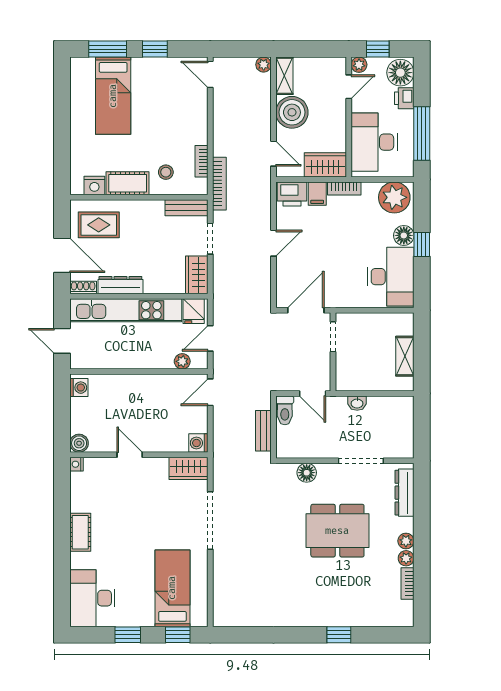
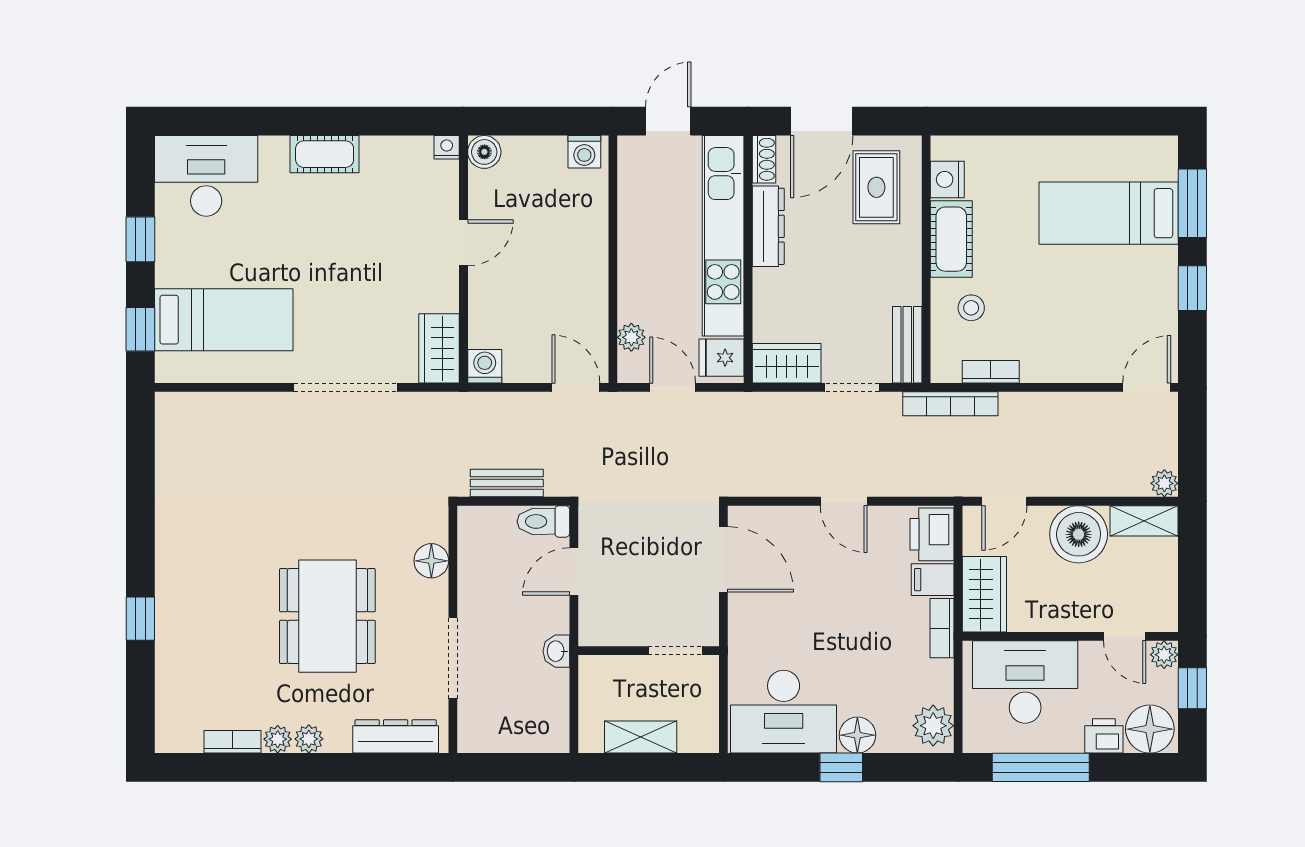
plant: (394, 197) -> (933, 726), width x0.73, depth x0.73
doorway: (333, 337) -> (676, 651), moved
wall: (333, 352) -> (649, 651), moved

